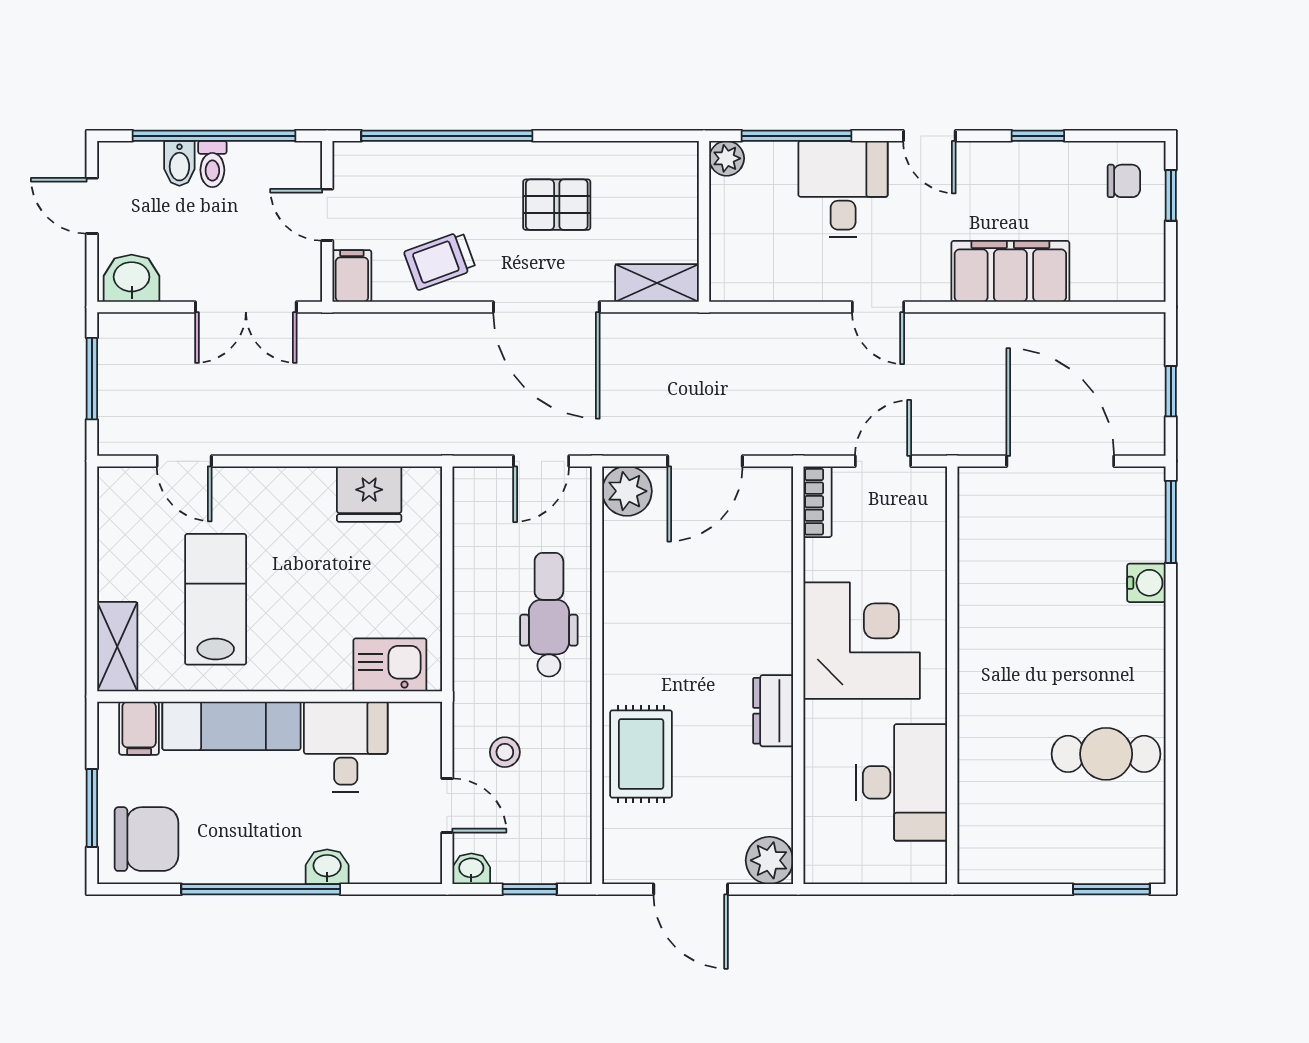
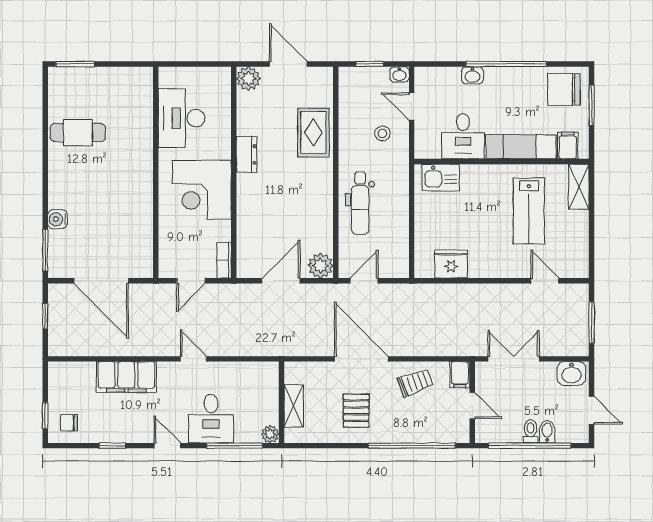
pallet: (557, 205) -> (356, 411), turned 90
shelving: (657, 283) -> (294, 406), moved, turned 90

